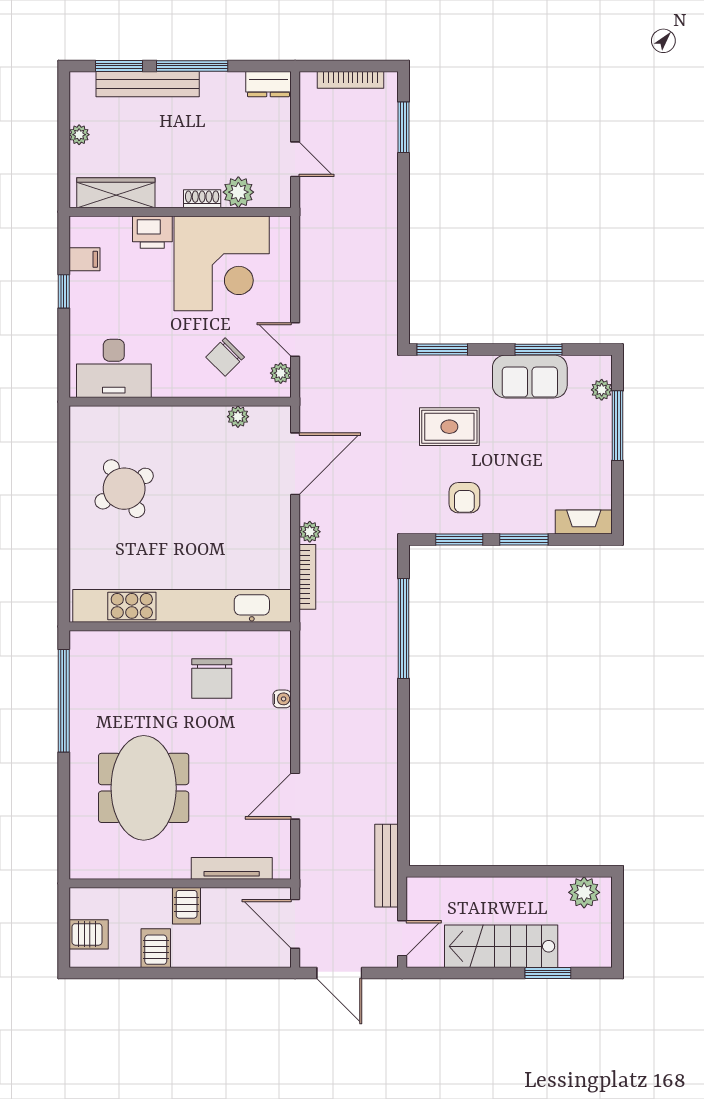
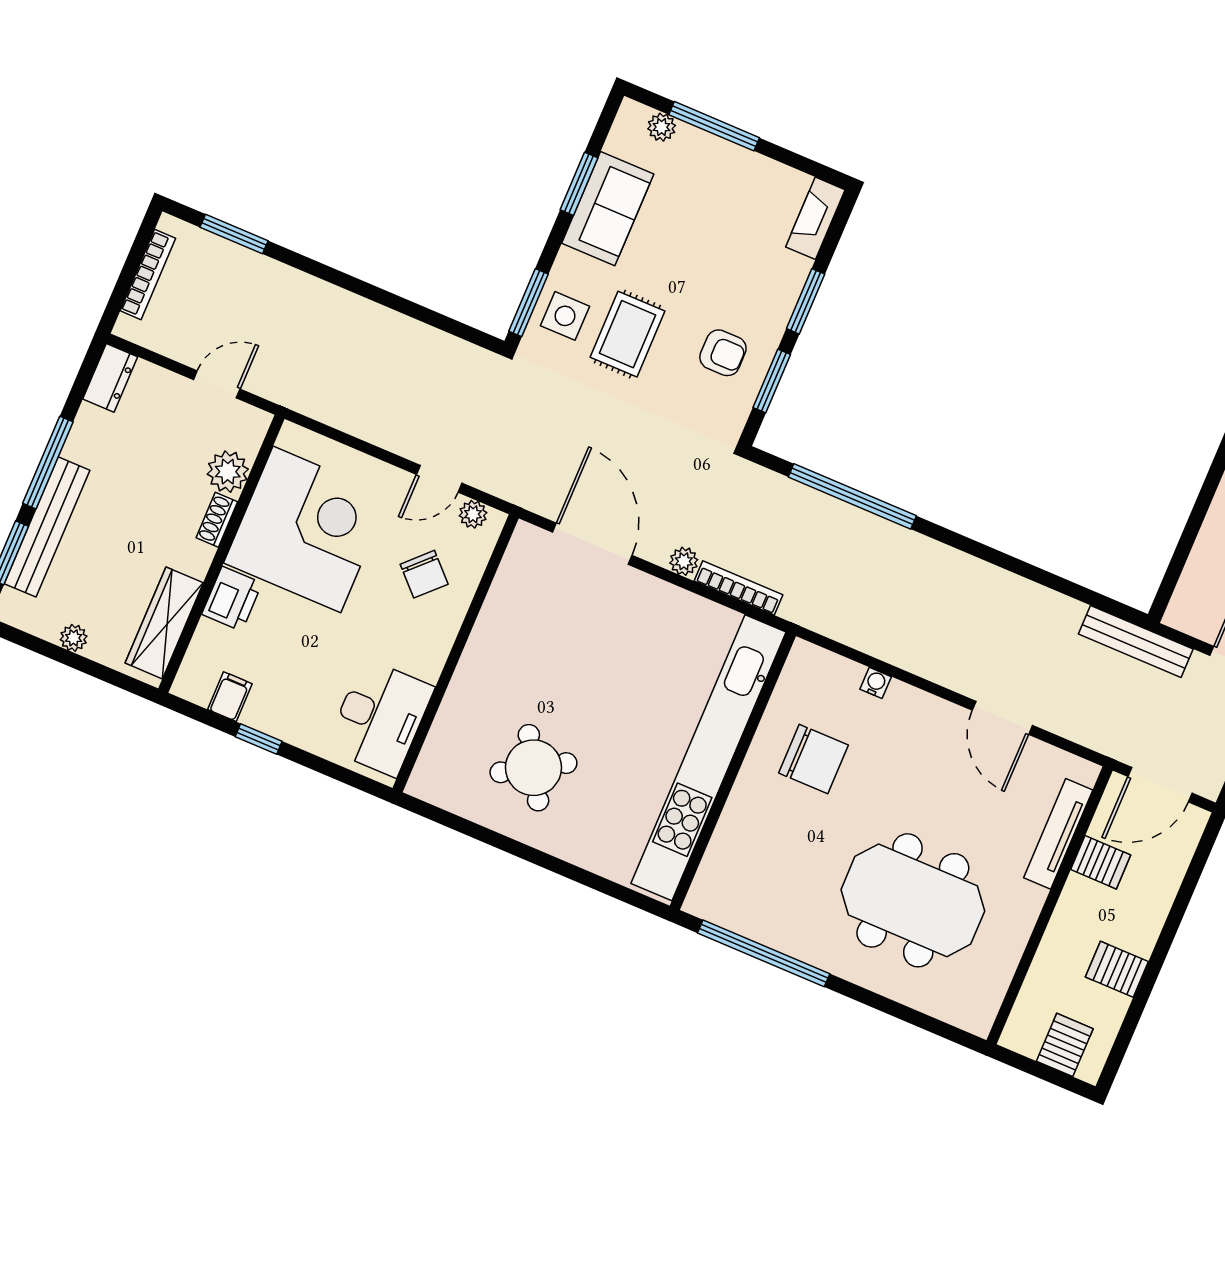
side table: (444, 378) -> (565, 316), added
plant: (238, 417) -> (504, 590), removed
server rack: (187, 906) -> (1101, 862), moved

